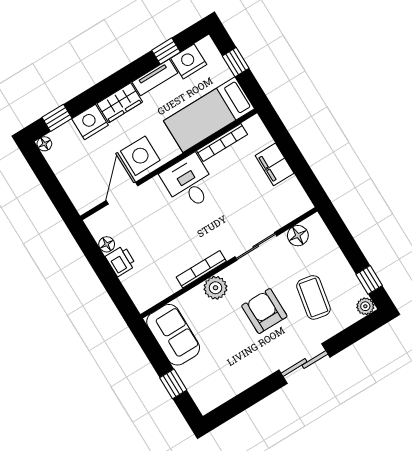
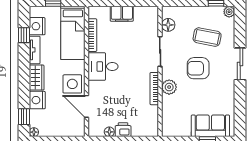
sofa: (173, 335) -> (210, 126), moved

